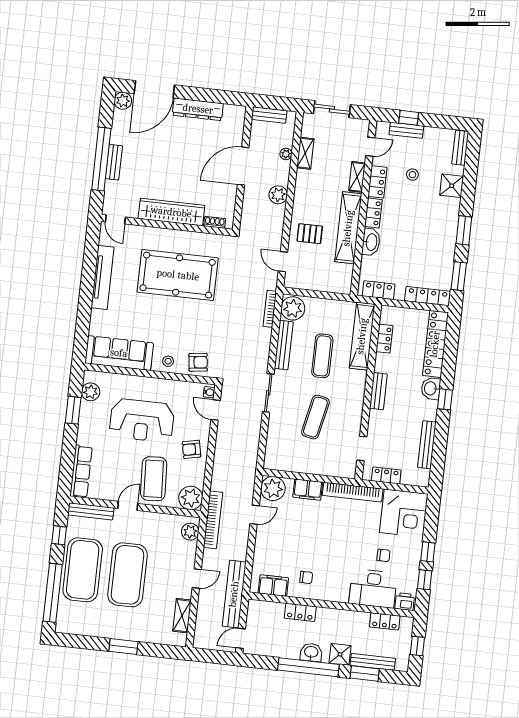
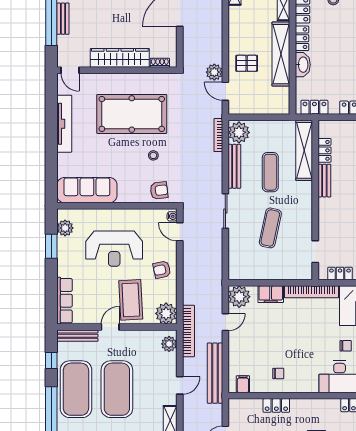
plant: (278, 195) -> (214, 72), moved
stool: (168, 361) -> (153, 155), moved
bench: (378, 391) -> (324, 181), moved
filing cabinet: (273, 586) -> (243, 384), width x0.50
bench: (234, 594) -> (215, 373), moved

